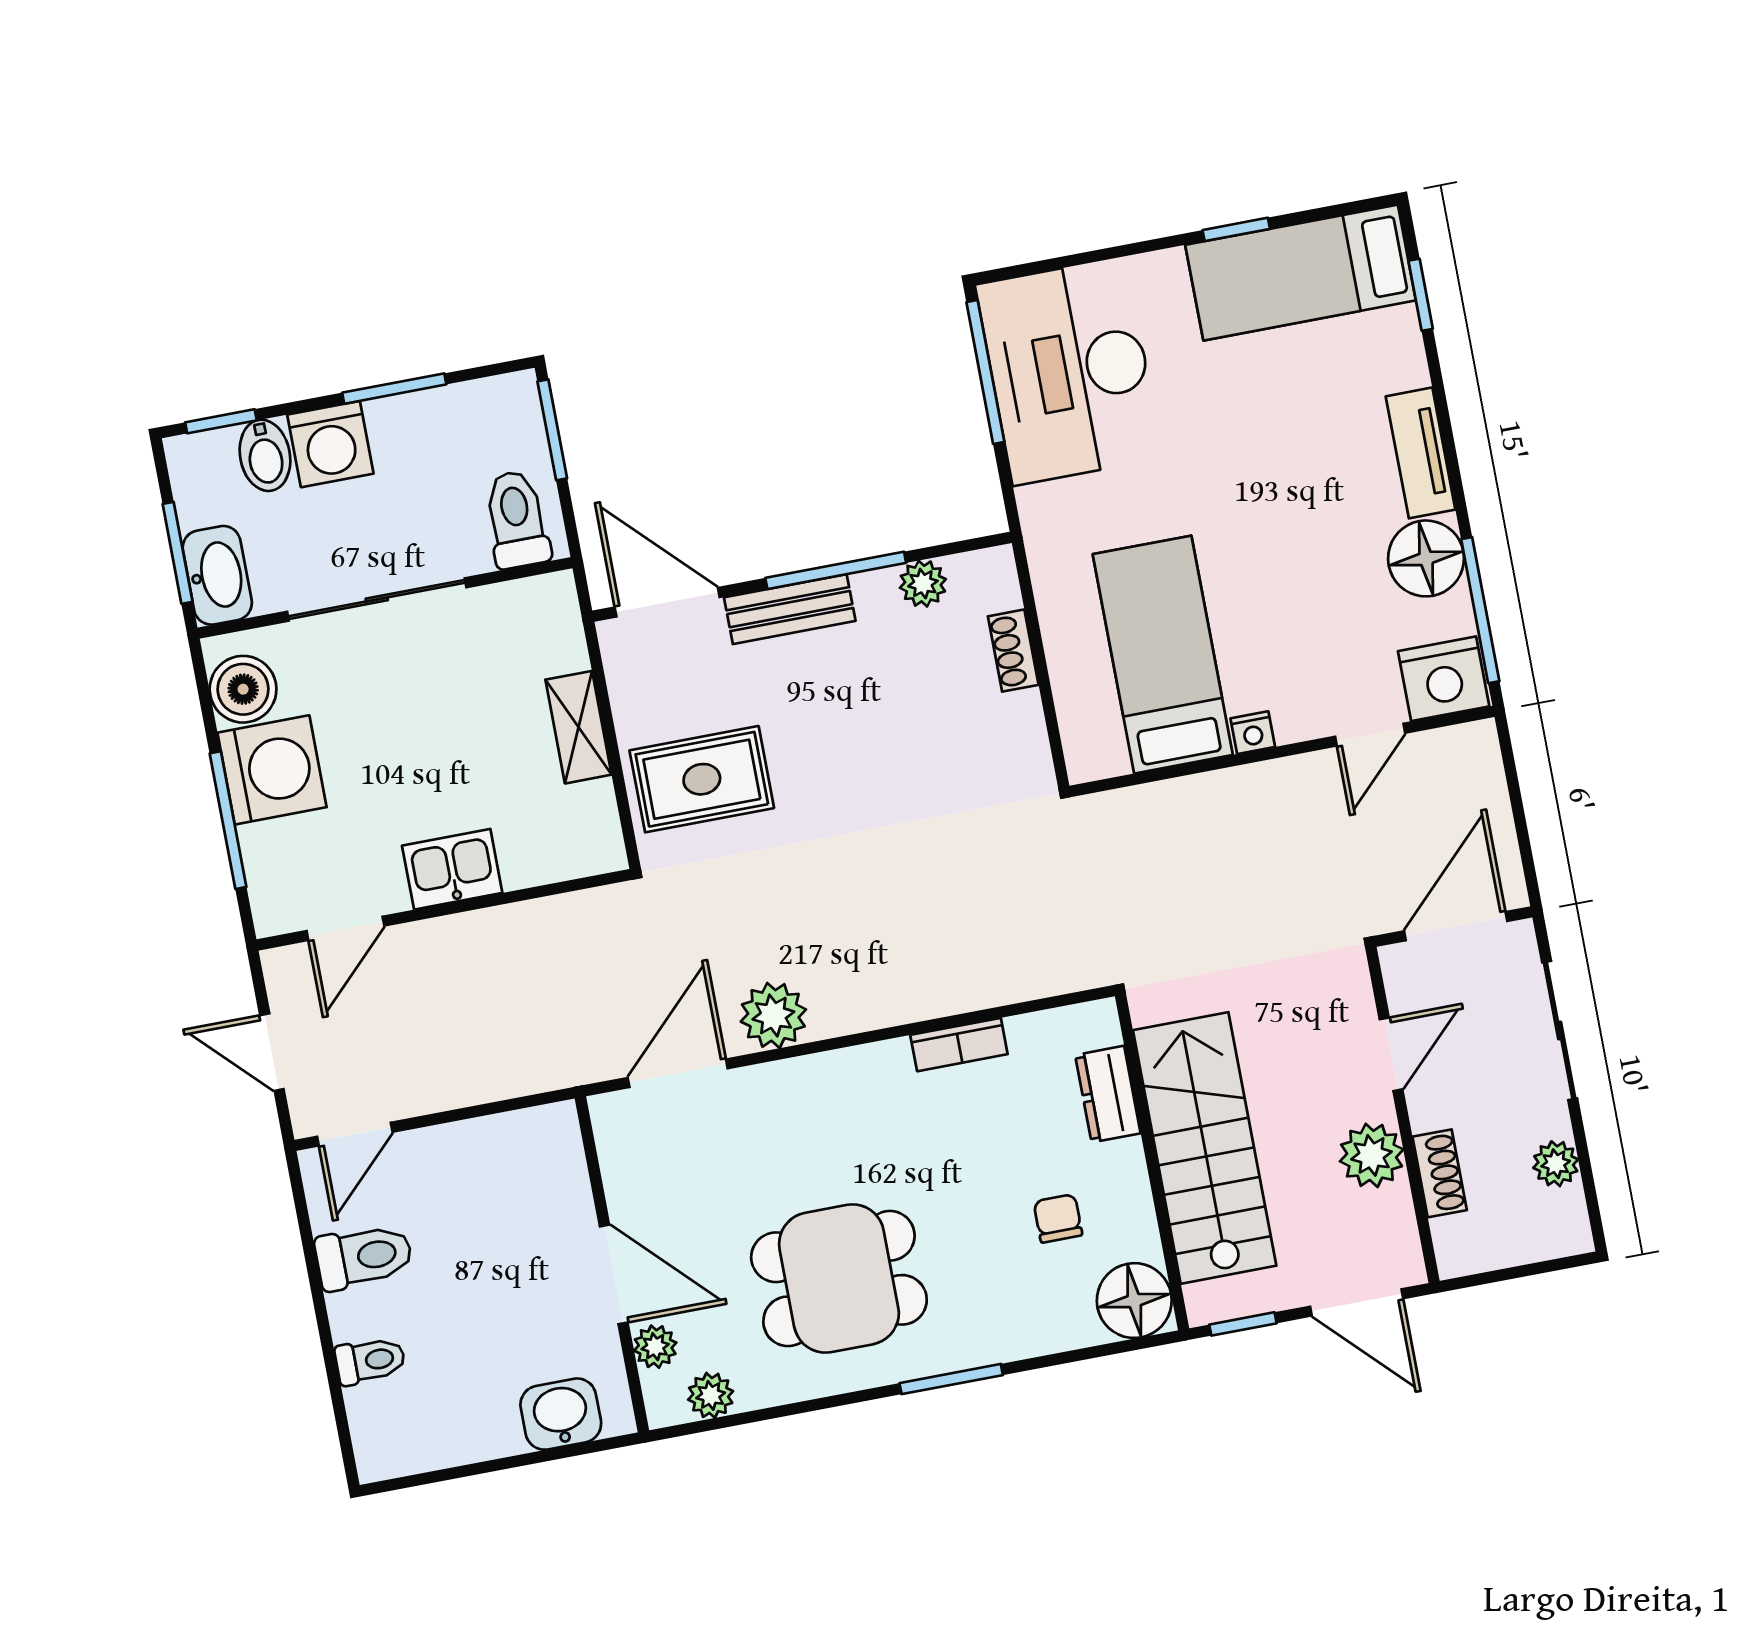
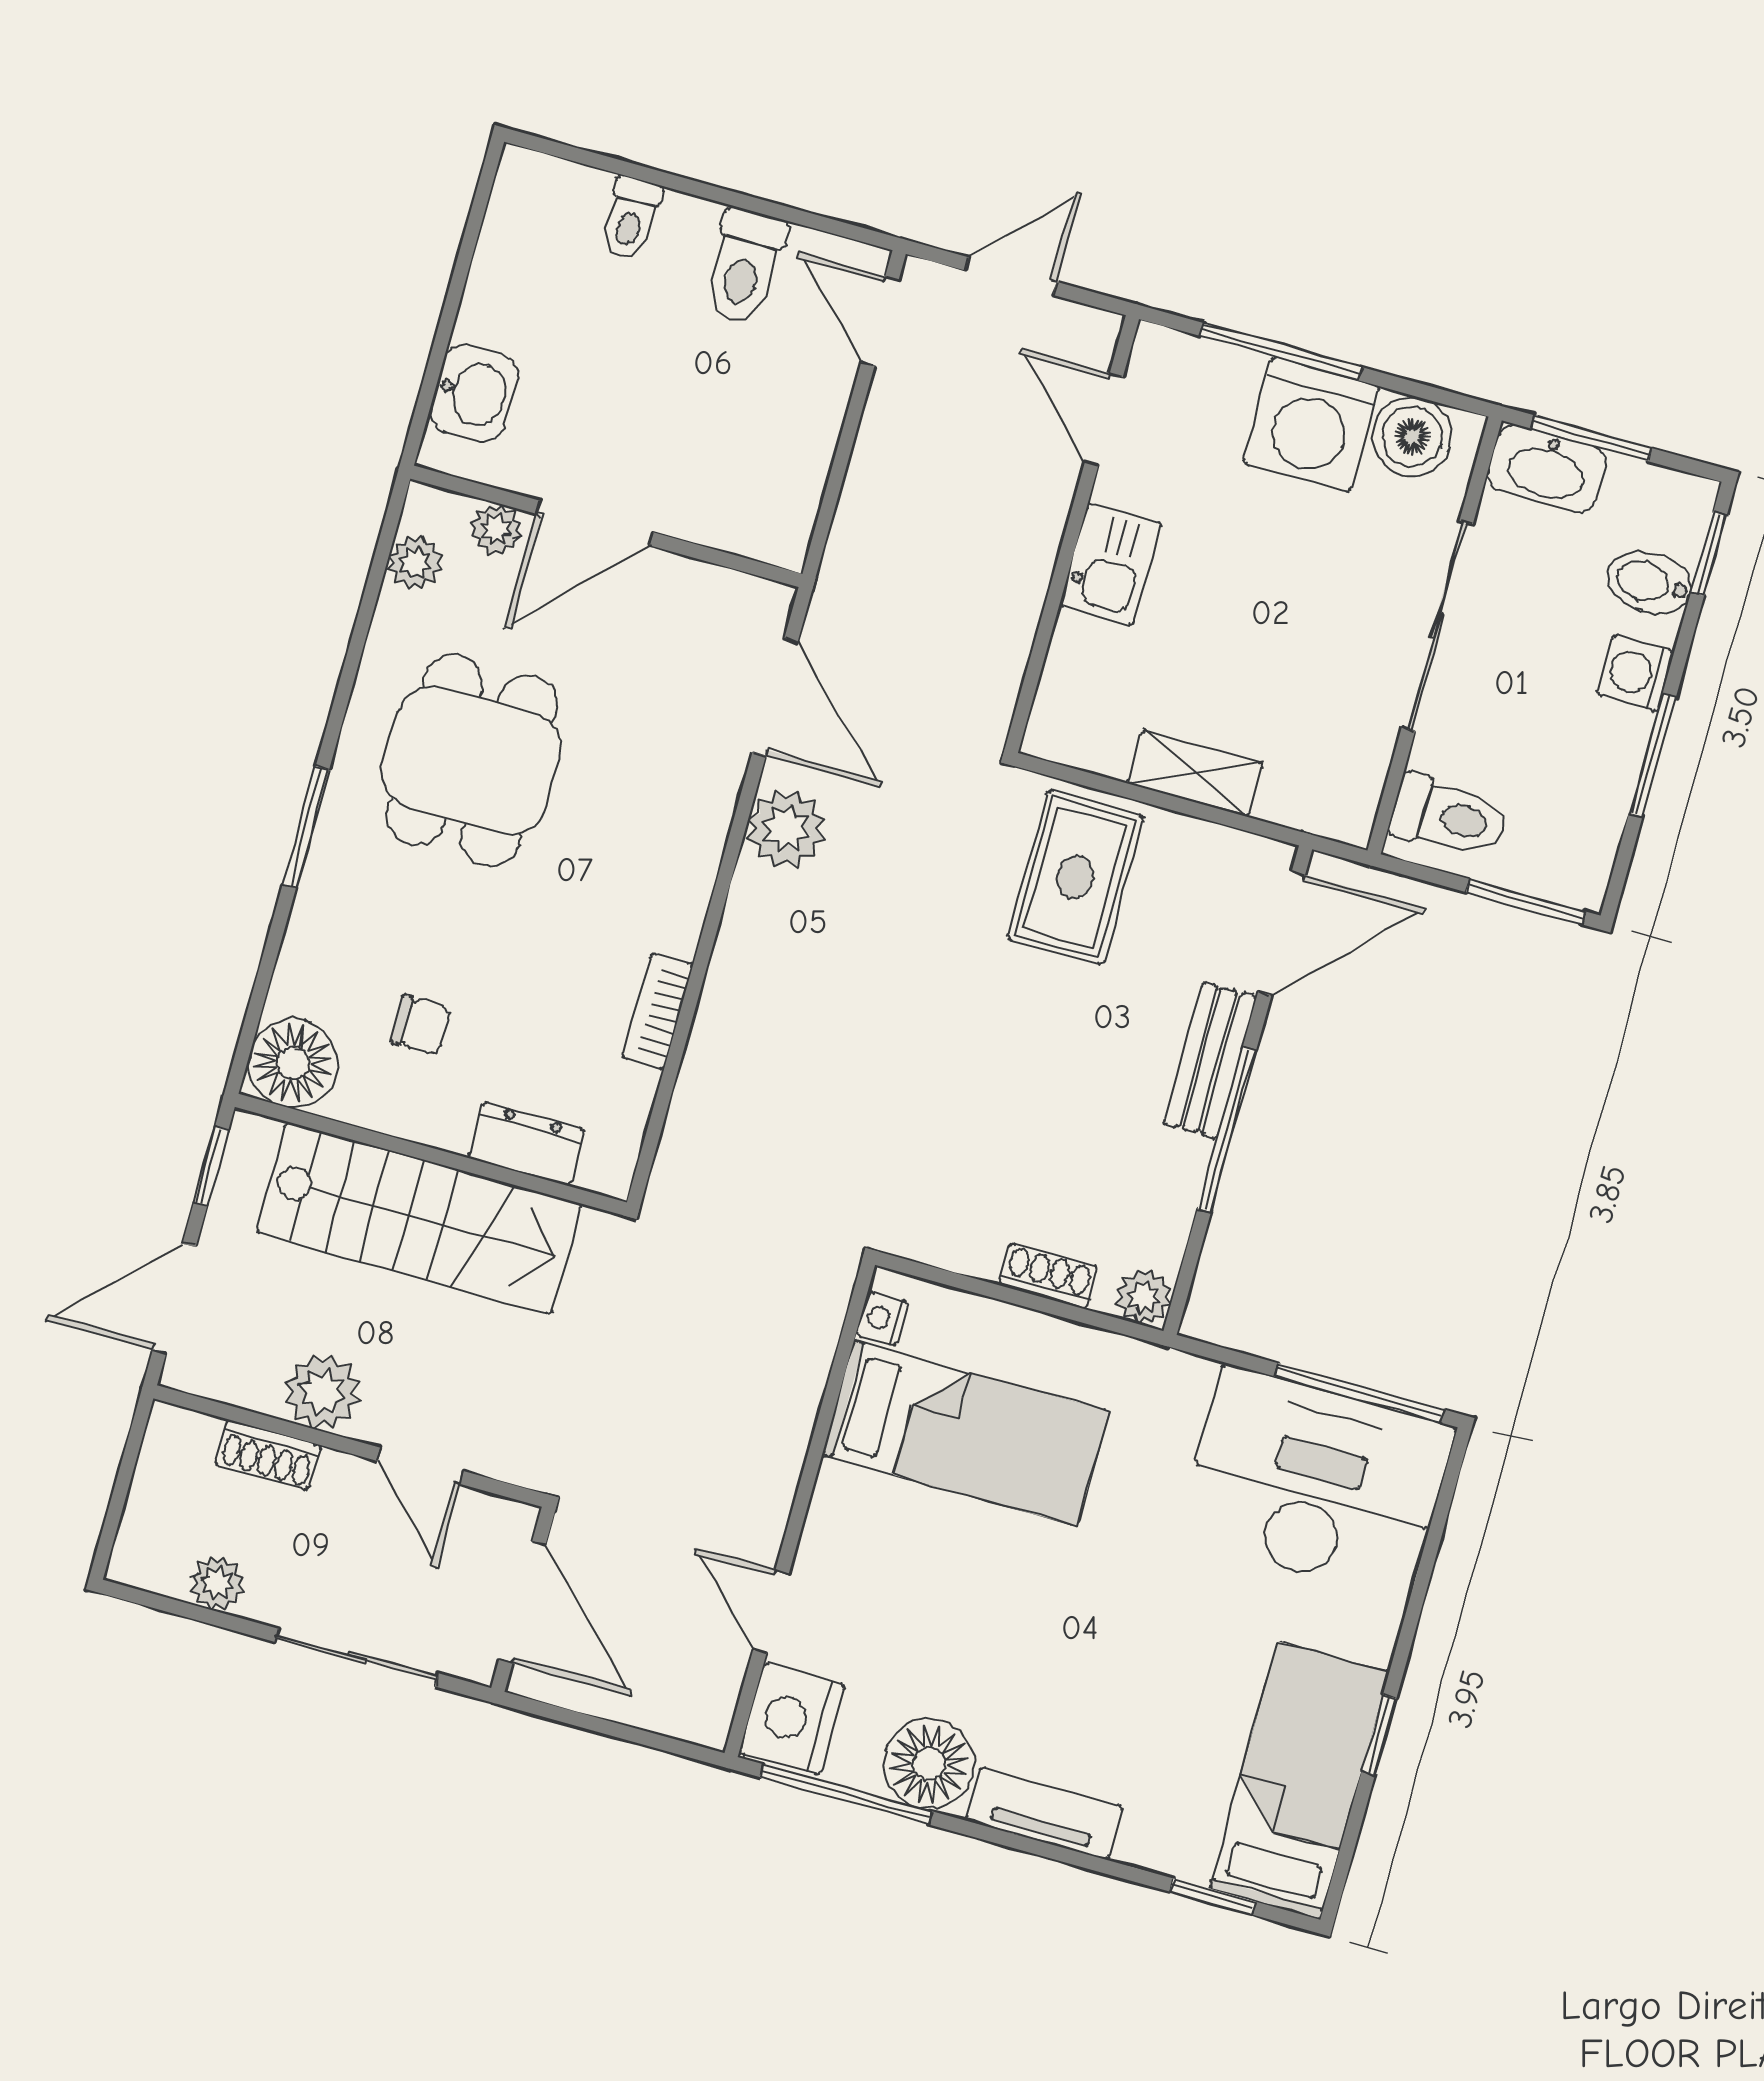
washing machine: (330, 444) -> (1635, 673), width x0.73, depth x0.73
plant: (923, 584) -> (1144, 1297), moved
nightstand: (1253, 733) -> (882, 1319), moved

